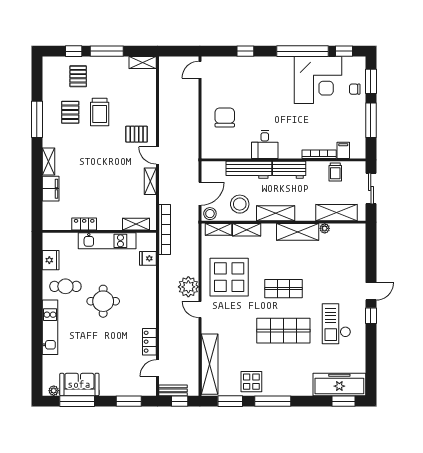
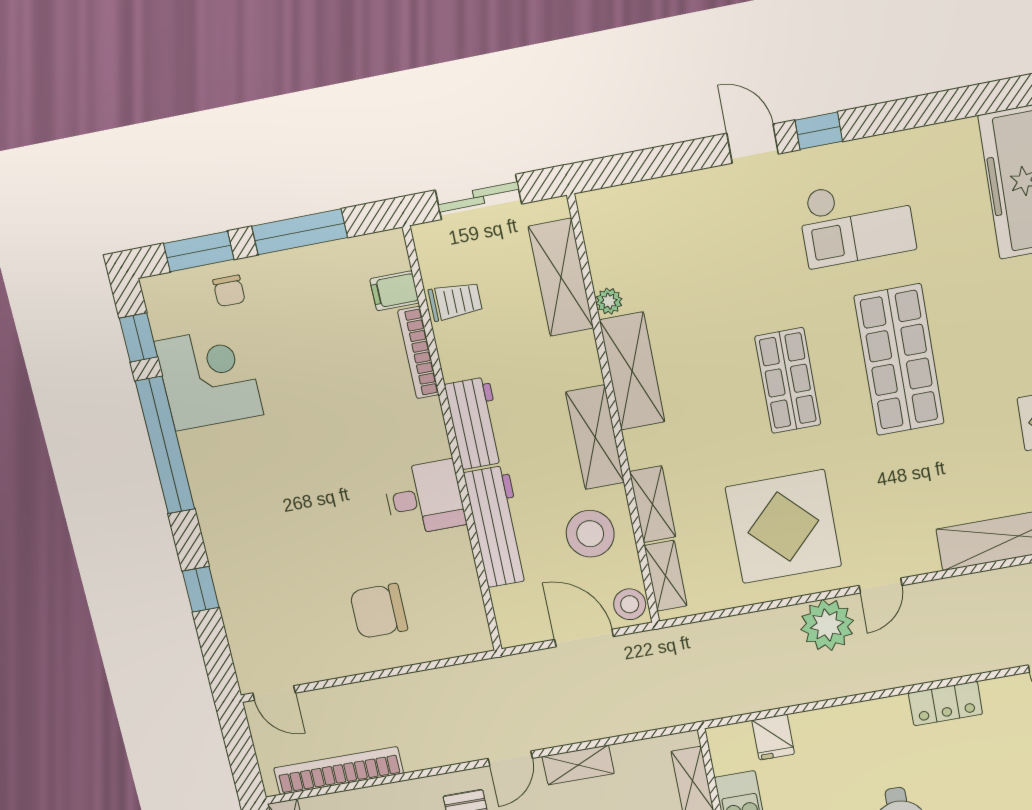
corner desk: (318, 80) -> (209, 378), width x0.74, depth x0.74
bookcase: (165, 229) -> (339, 771), moved
locker: (149, 342) -> (945, 704), moved

